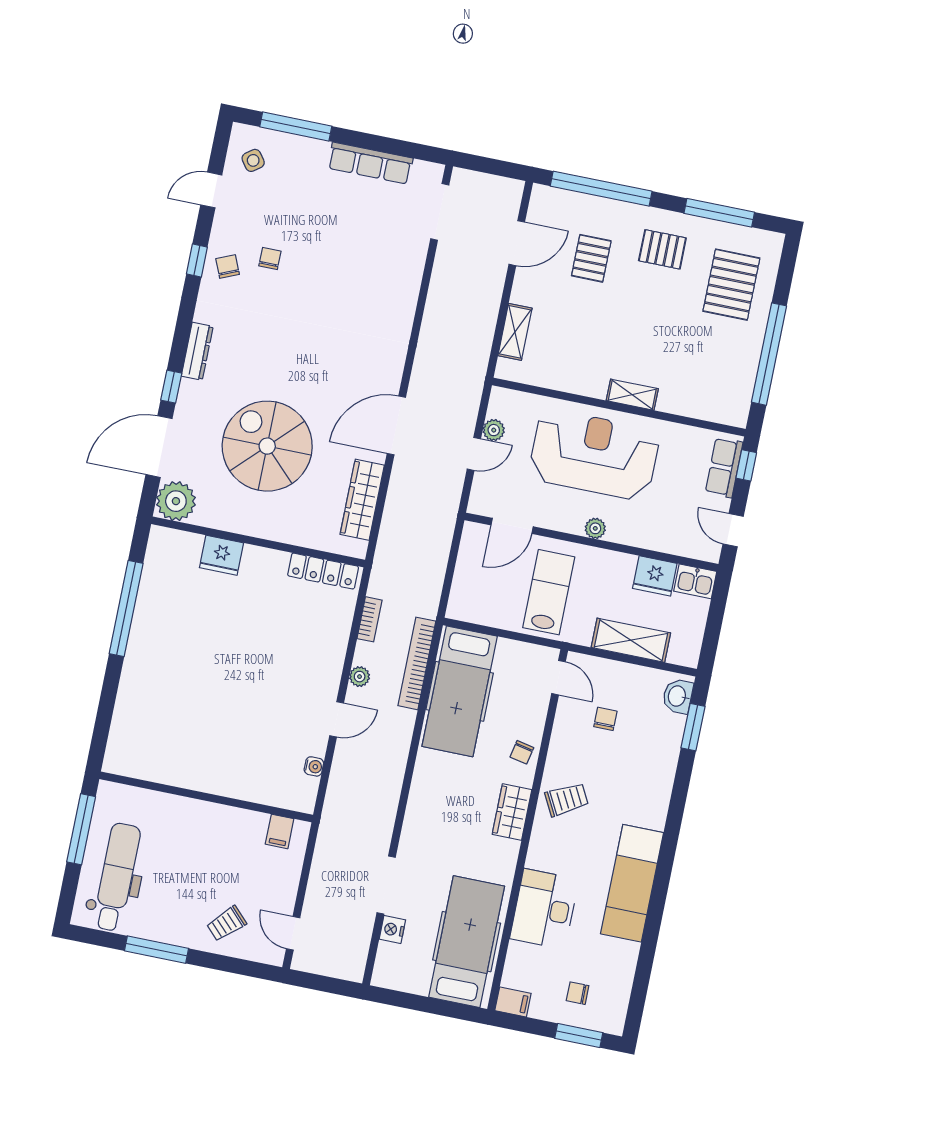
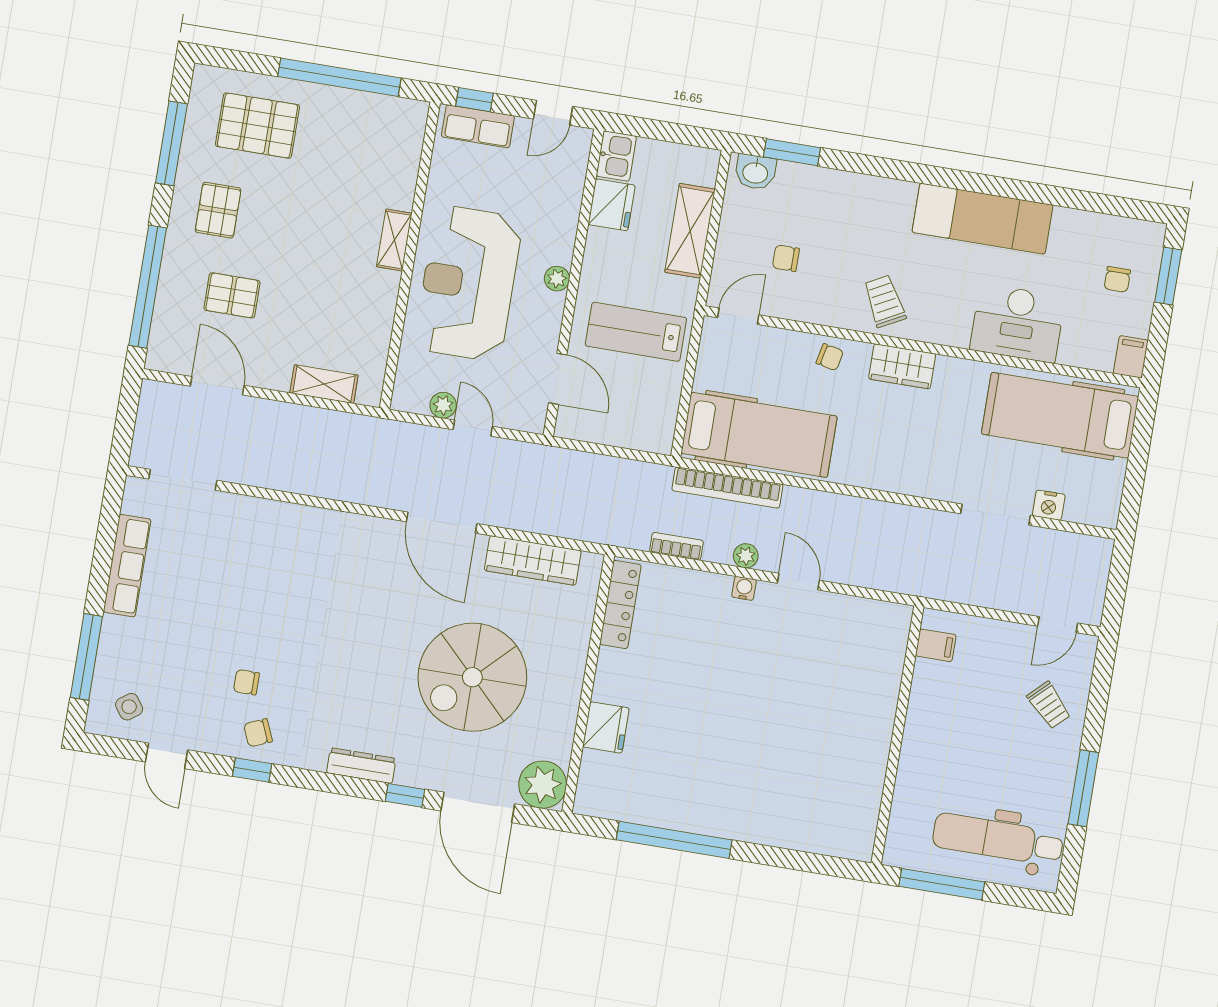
water cooler: (314, 766) -> (744, 588), moved

